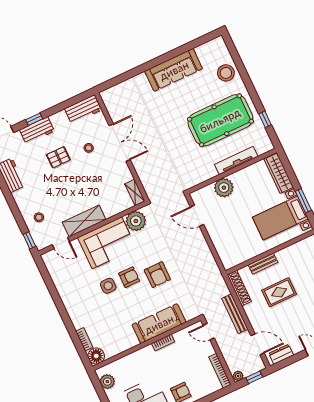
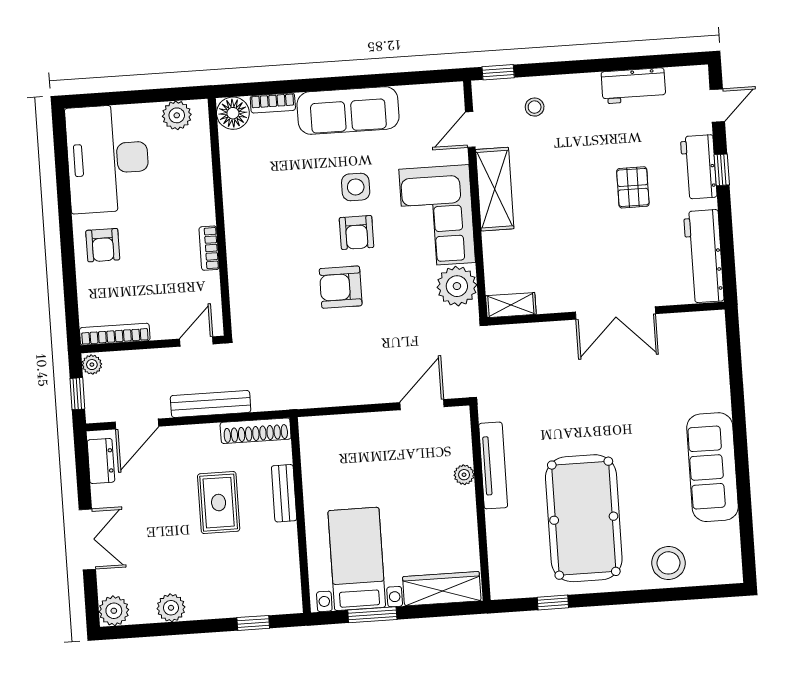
workbench: (83, 109) -> (704, 256), width x1.38
stool: (89, 148) -> (628, 251), removed
tv unit: (236, 161) -> (493, 465), moved
plant: (224, 188) -> (464, 475), width x0.53, depth x0.53
sofa: (159, 324) -> (348, 110), moved, turned 90

